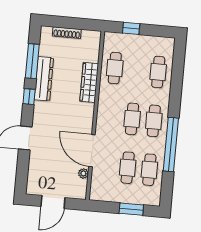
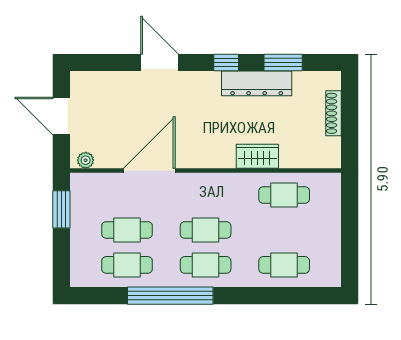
window: (131, 28) -> (350, 216), removed
window: (32, 61) -> (283, 63), width x0.69
wardrobe: (89, 82) -> (257, 156), width x0.67
plant: (83, 173) -> (86, 160), moved
window: (131, 209) -> (61, 209), moved

